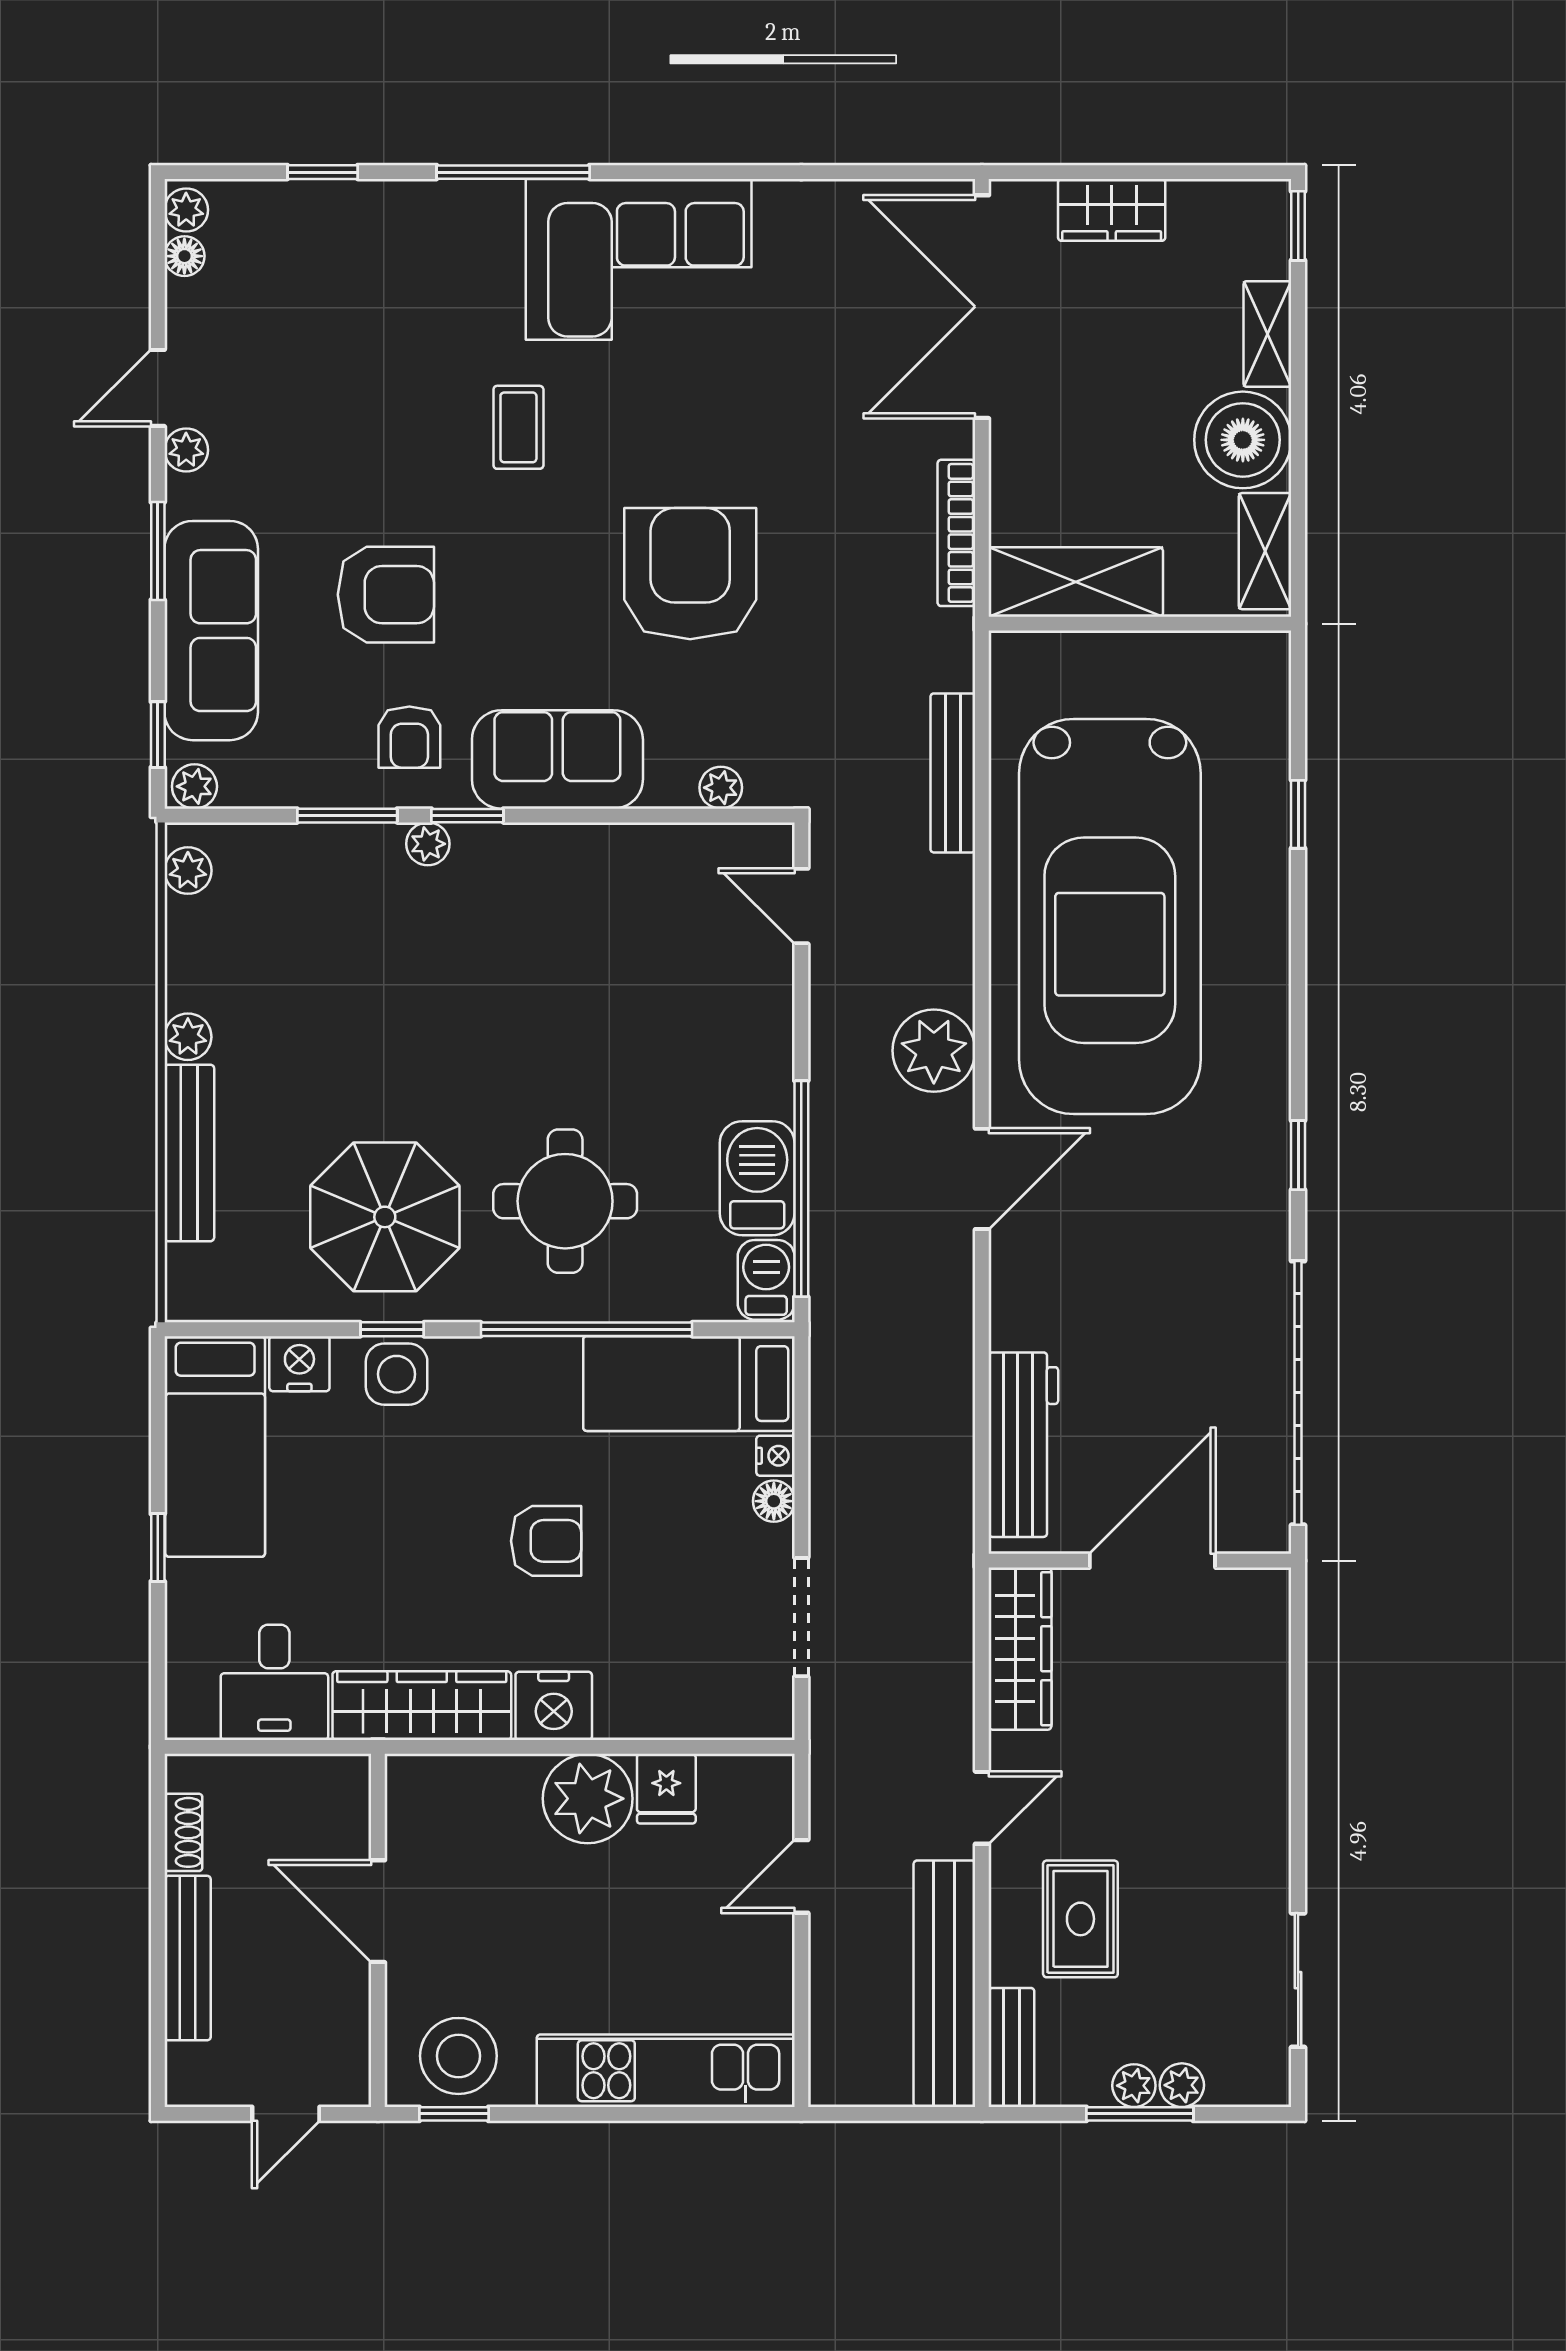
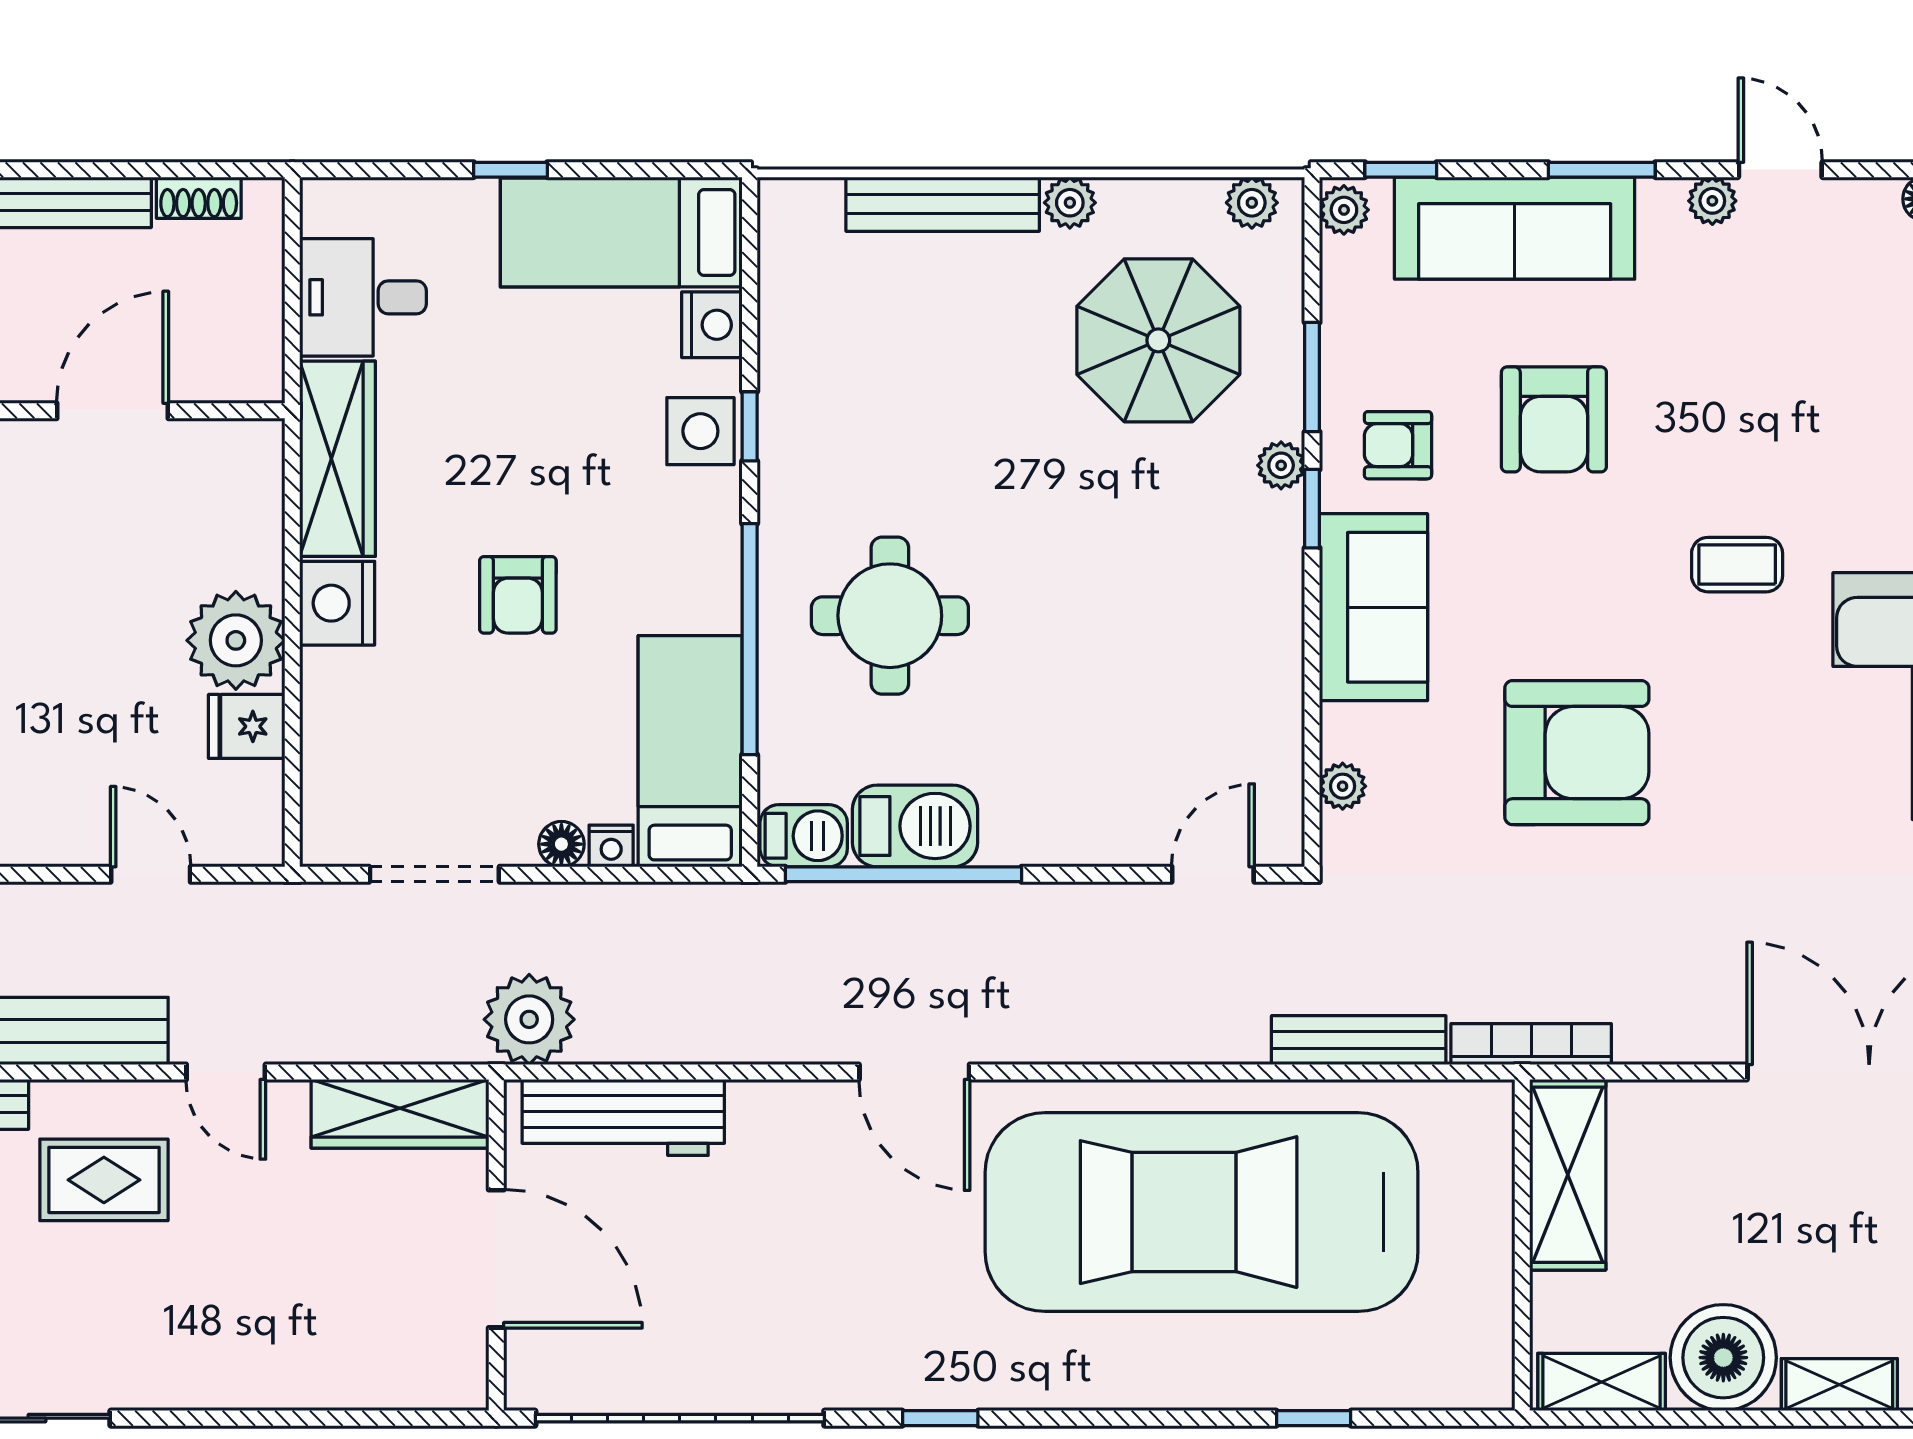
bookcase: (956, 533) -> (1531, 1044), moved
plant: (934, 1051) -> (529, 1019), moved
parasol: (385, 1217) -> (1158, 340), moved

